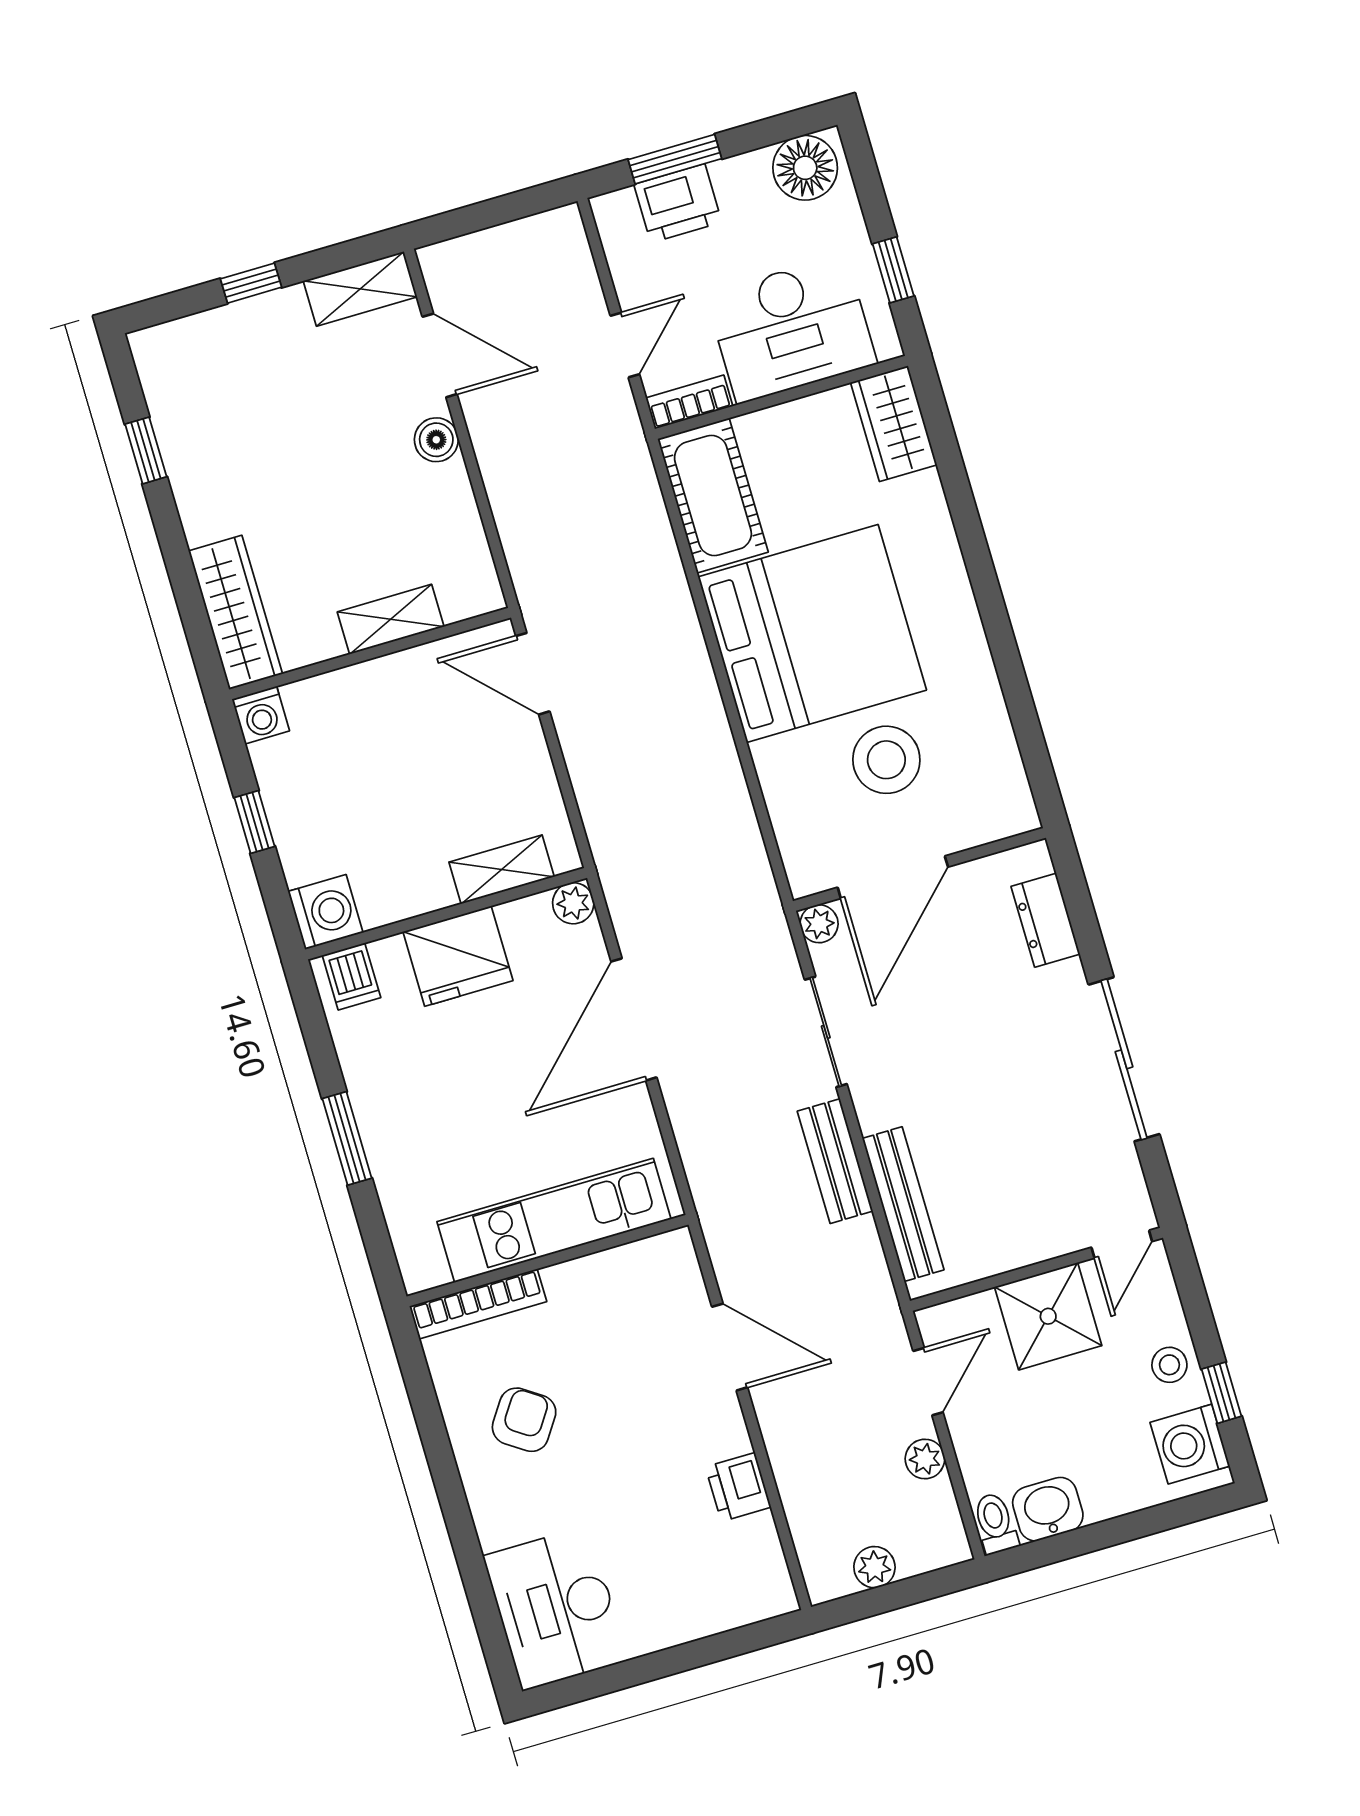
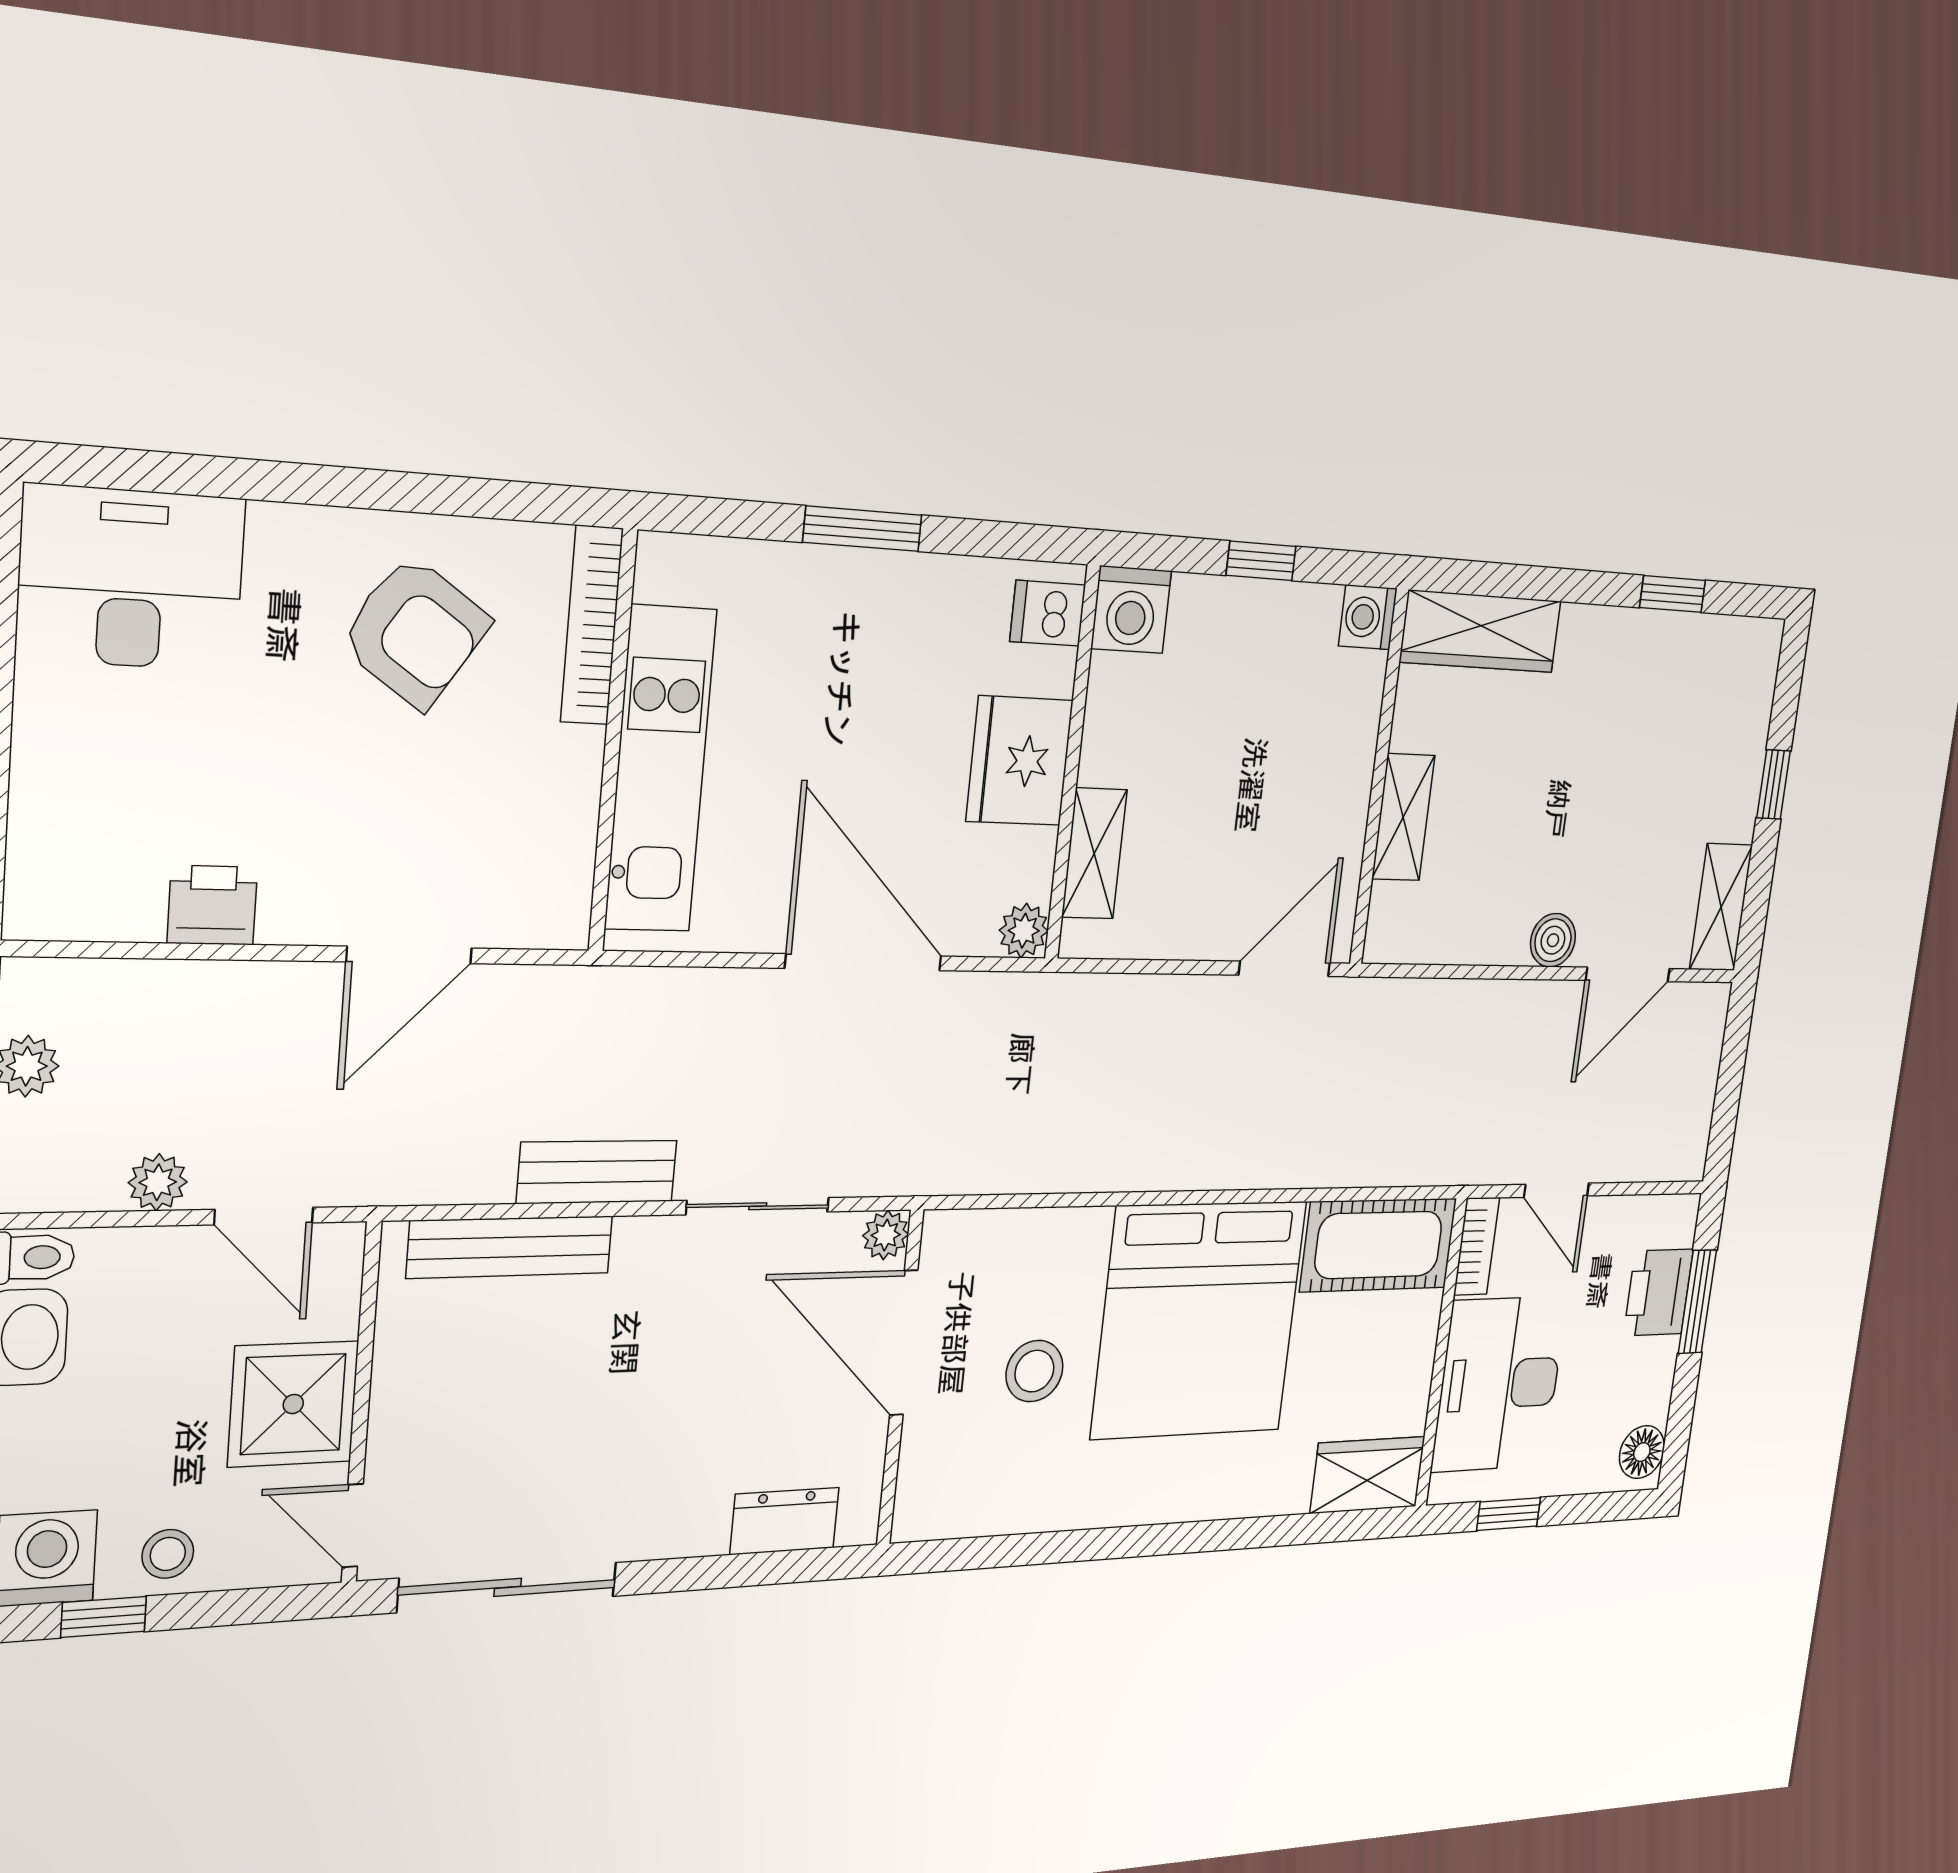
floor lamp: (805, 168) -> (1642, 1452), width x0.73, depth x0.73
stool: (886, 760) -> (1034, 1371), width x0.73, depth x0.73
sliding door: (1124, 1059) -> (508, 1587), moved
armchair: (524, 1420) -> (415, 632), width x1.38, depth x1.38

